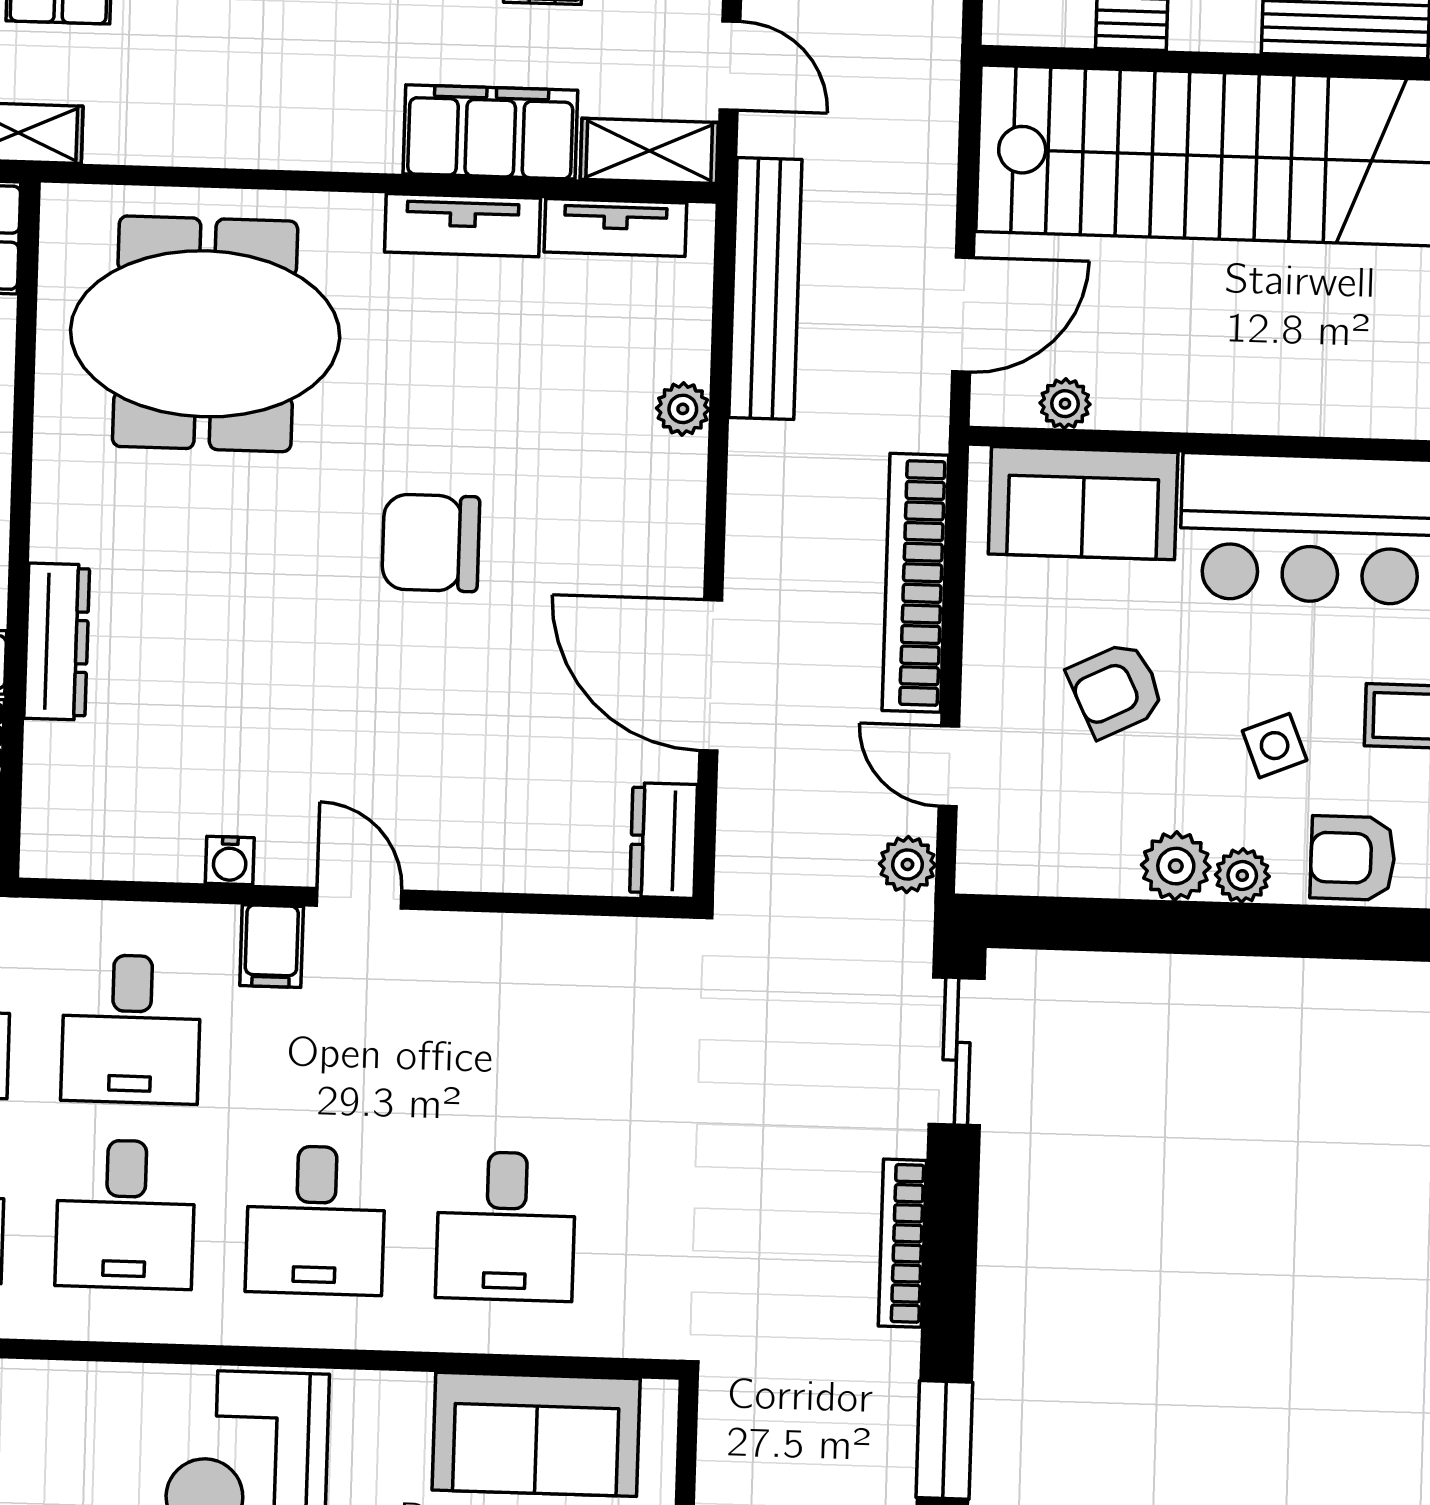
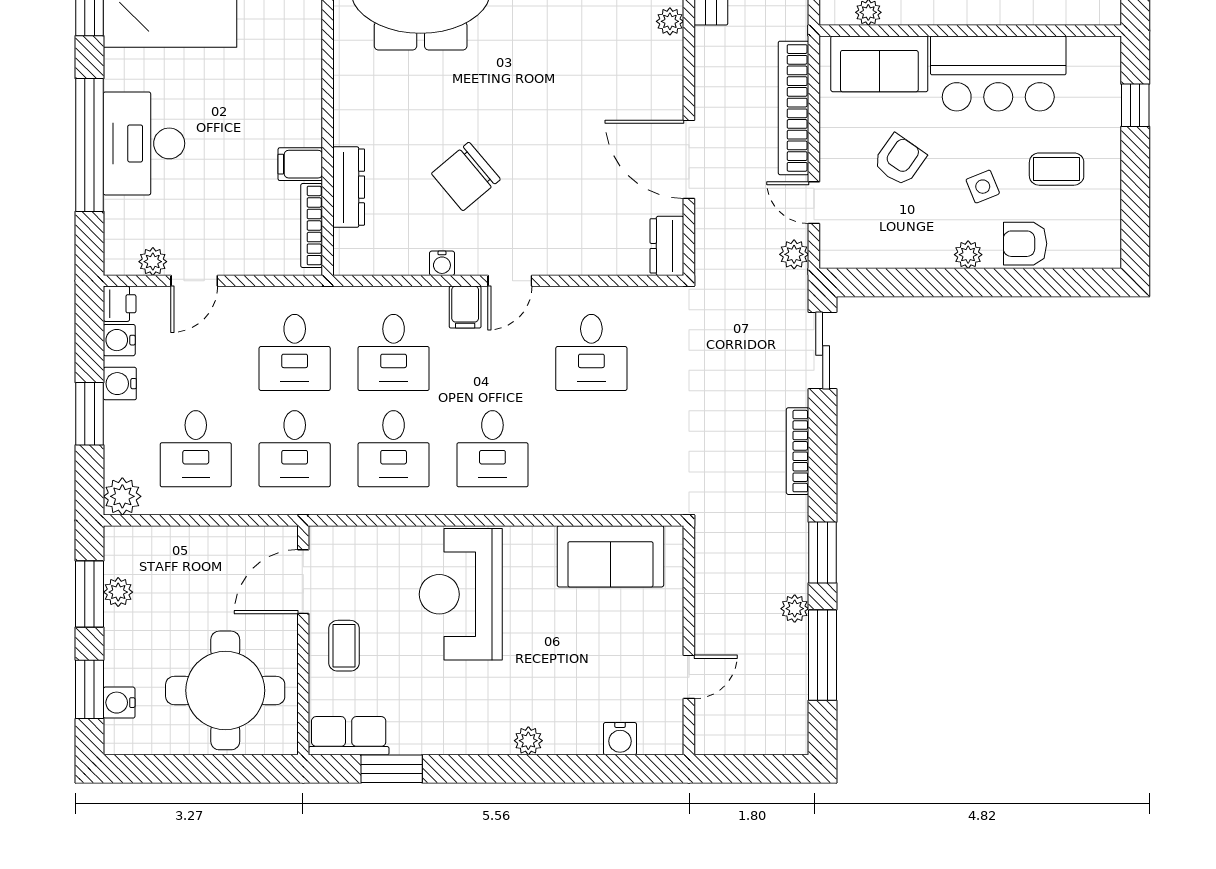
chair: (431, 543) -> (466, 176), moved, turned -40
dresser: (57, 642) -> (349, 187), moved
armchair: (1116, 689) -> (900, 160), turned 151
plant: (1176, 866) -> (933, 251), removed
door: (359, 898) -> (510, 281), swing flipped
desk: (506, 1226) -> (591, 352), moved

